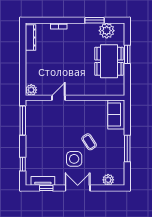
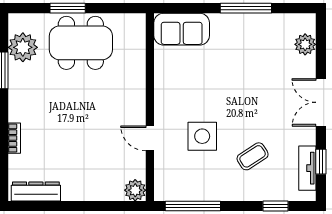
coffee table: (89, 142) -> (253, 156), moved
side table: (74, 159) -> (202, 136), moved

